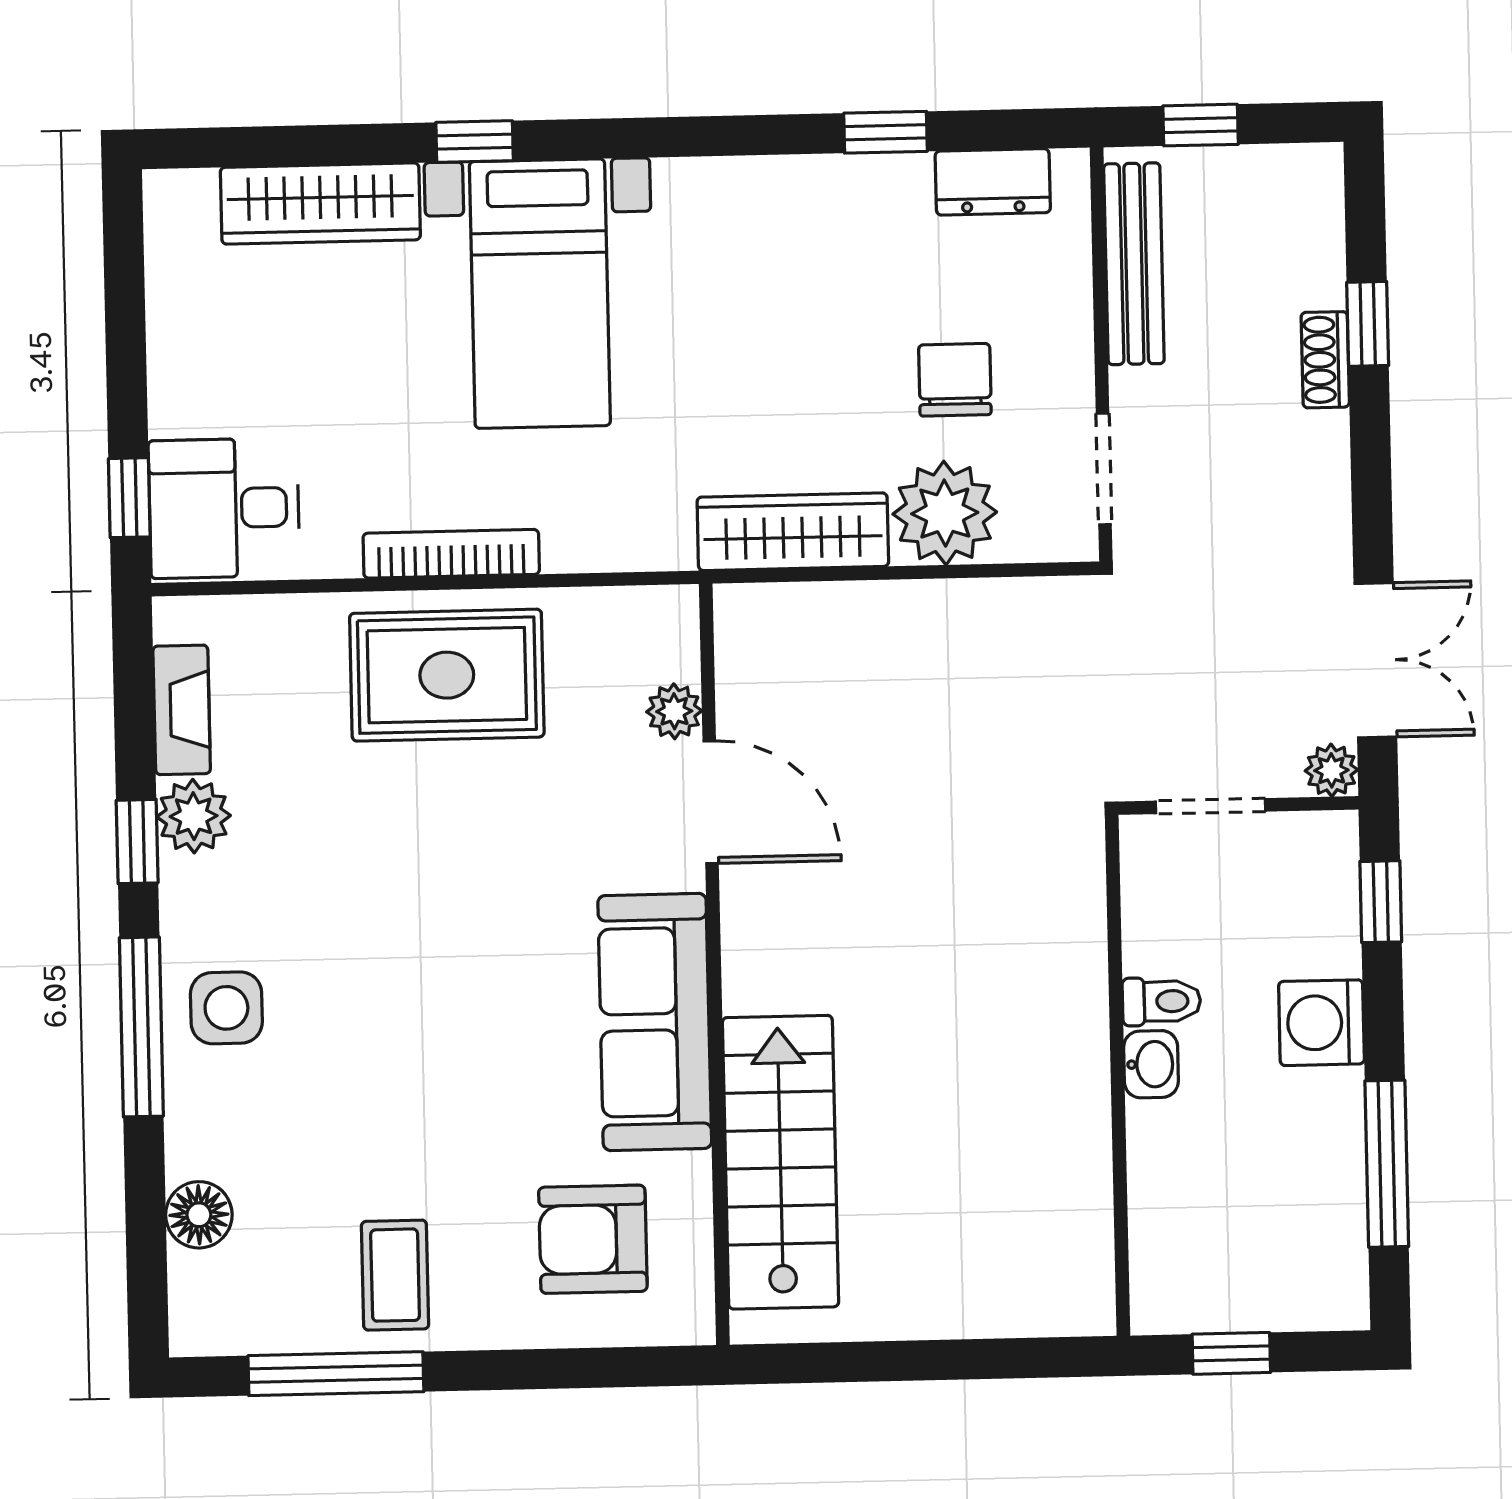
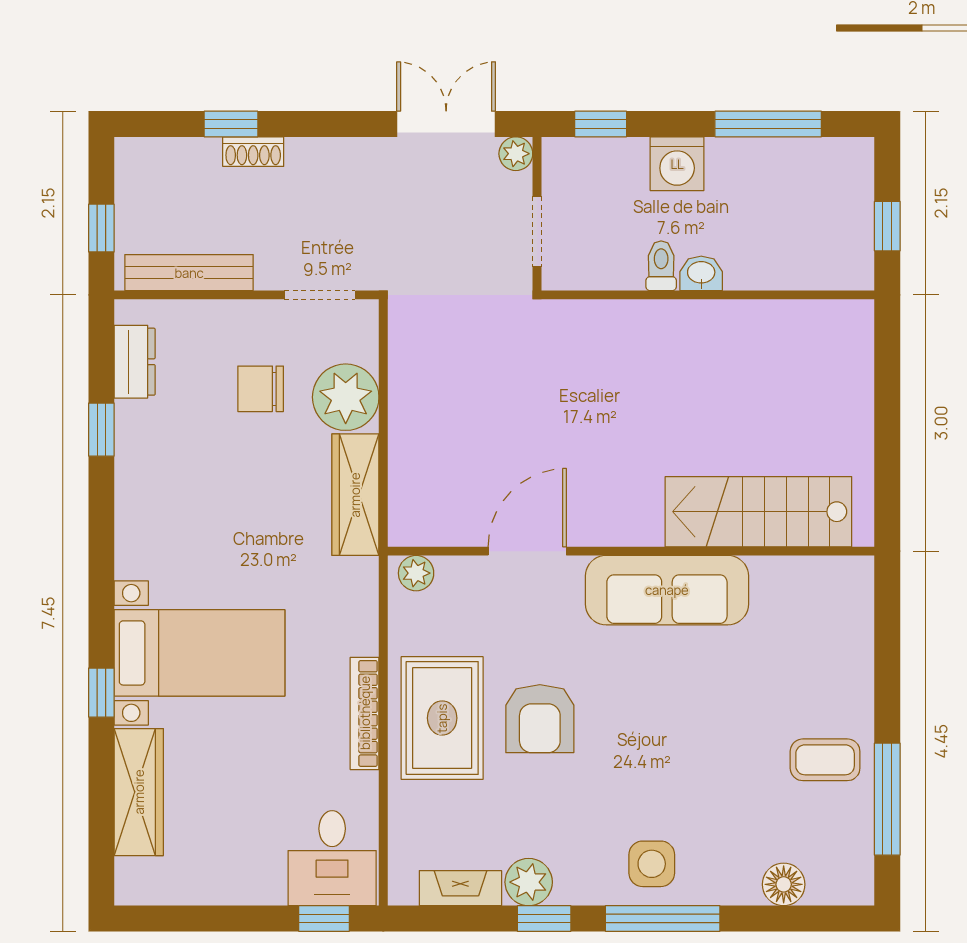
plant: (674, 711) -> (416, 573), moved
armchair: (593, 1239) -> (540, 719), moved

